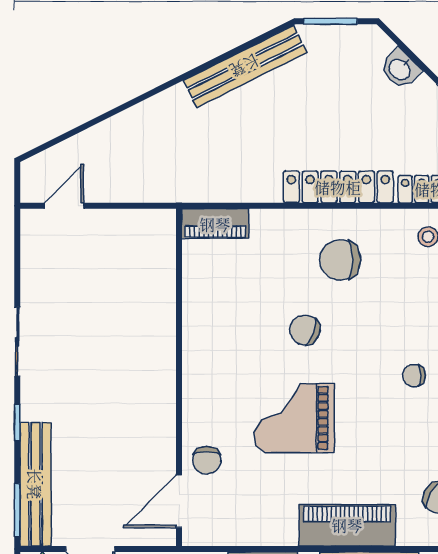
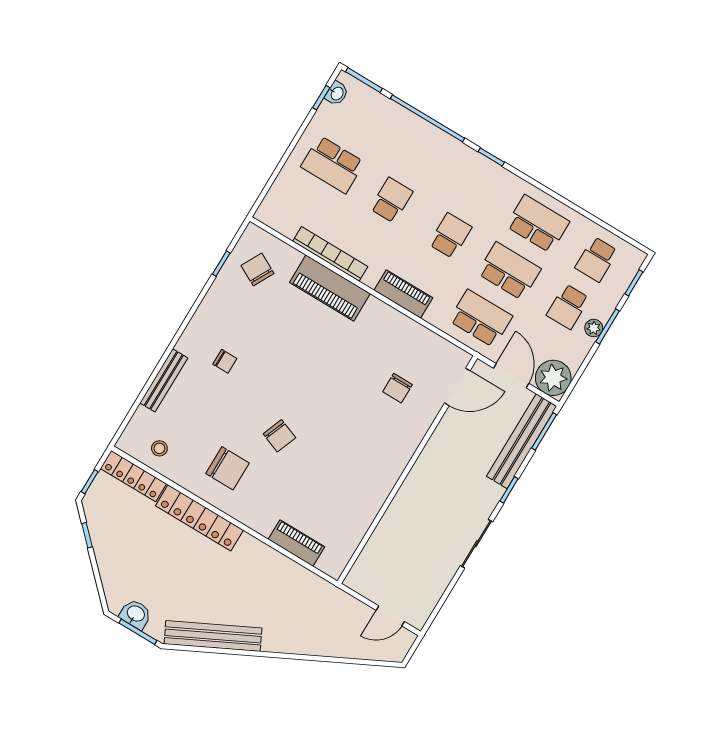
washbasin: (400, 69) -> (136, 614), moved, turned -45
wall: (179, 377) -> (407, 470), moved
grand piano: (294, 418) -> (322, 381), removed
chair: (207, 460) -> (398, 388), turned 180
door: (179, 501) -> (457, 387), moved

